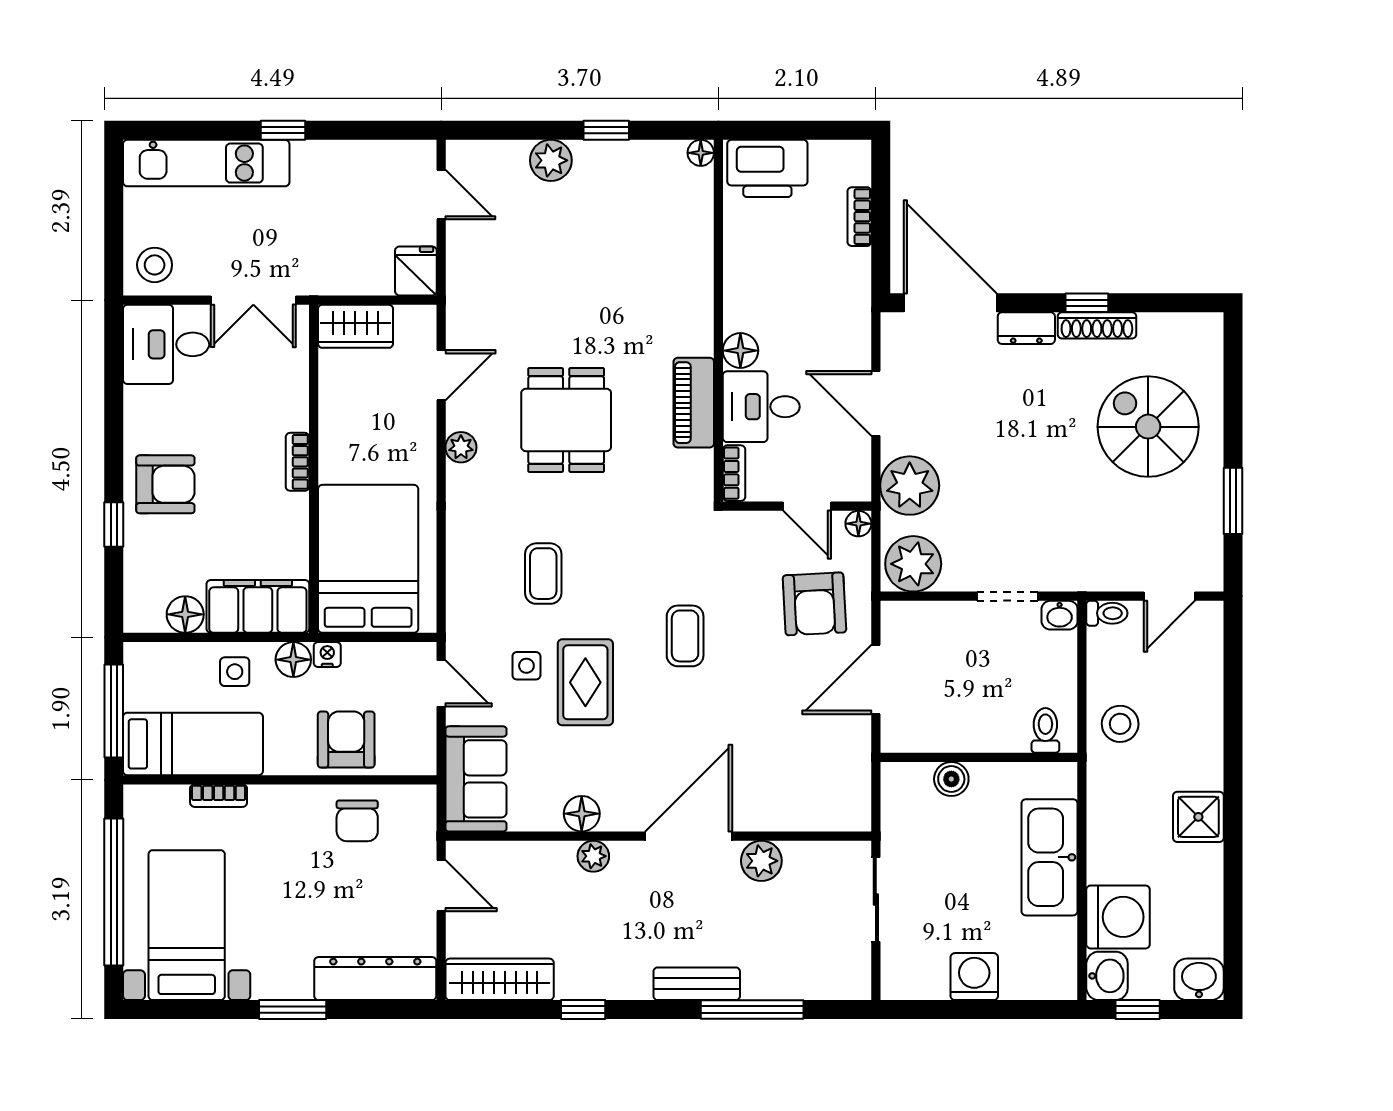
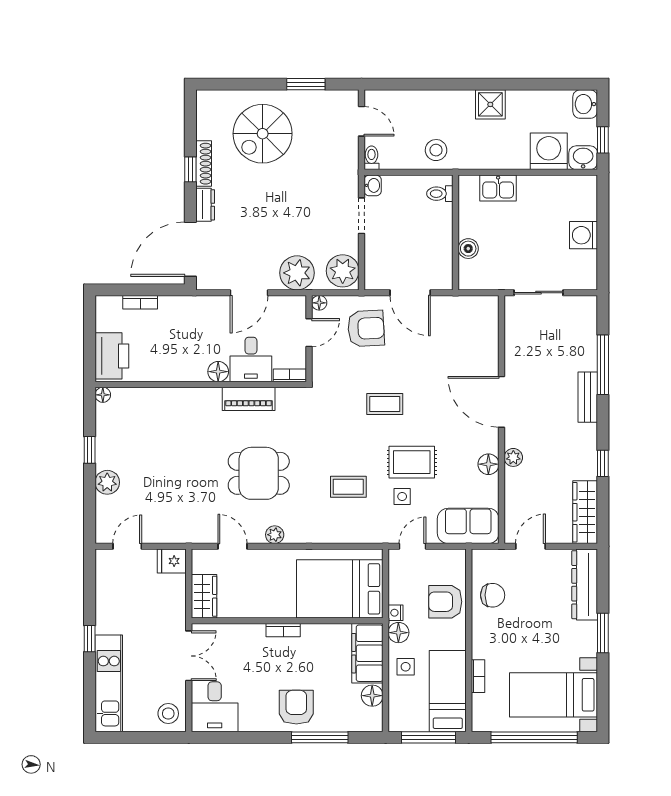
window: (114, 525) -> (320, 737), width x2.17
kitchen sink: (1050, 857) -> (498, 188), width x0.53, depth x0.81
plant: (761, 861) -> (516, 359), removed

